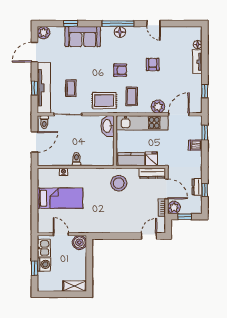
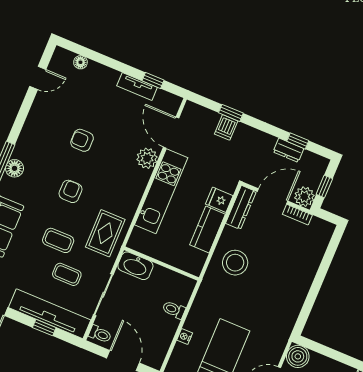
door: (154, 24) -> (38, 78), moved
tv unit: (197, 62) -> (137, 87), moved
coffee table: (132, 96) -> (58, 240), moved
washbasin: (107, 126) -> (135, 266), moved
window: (205, 133) -> (231, 113), moved
wall: (115, 141) -> (161, 264), moved
door: (149, 236) -> (331, 251), removed

